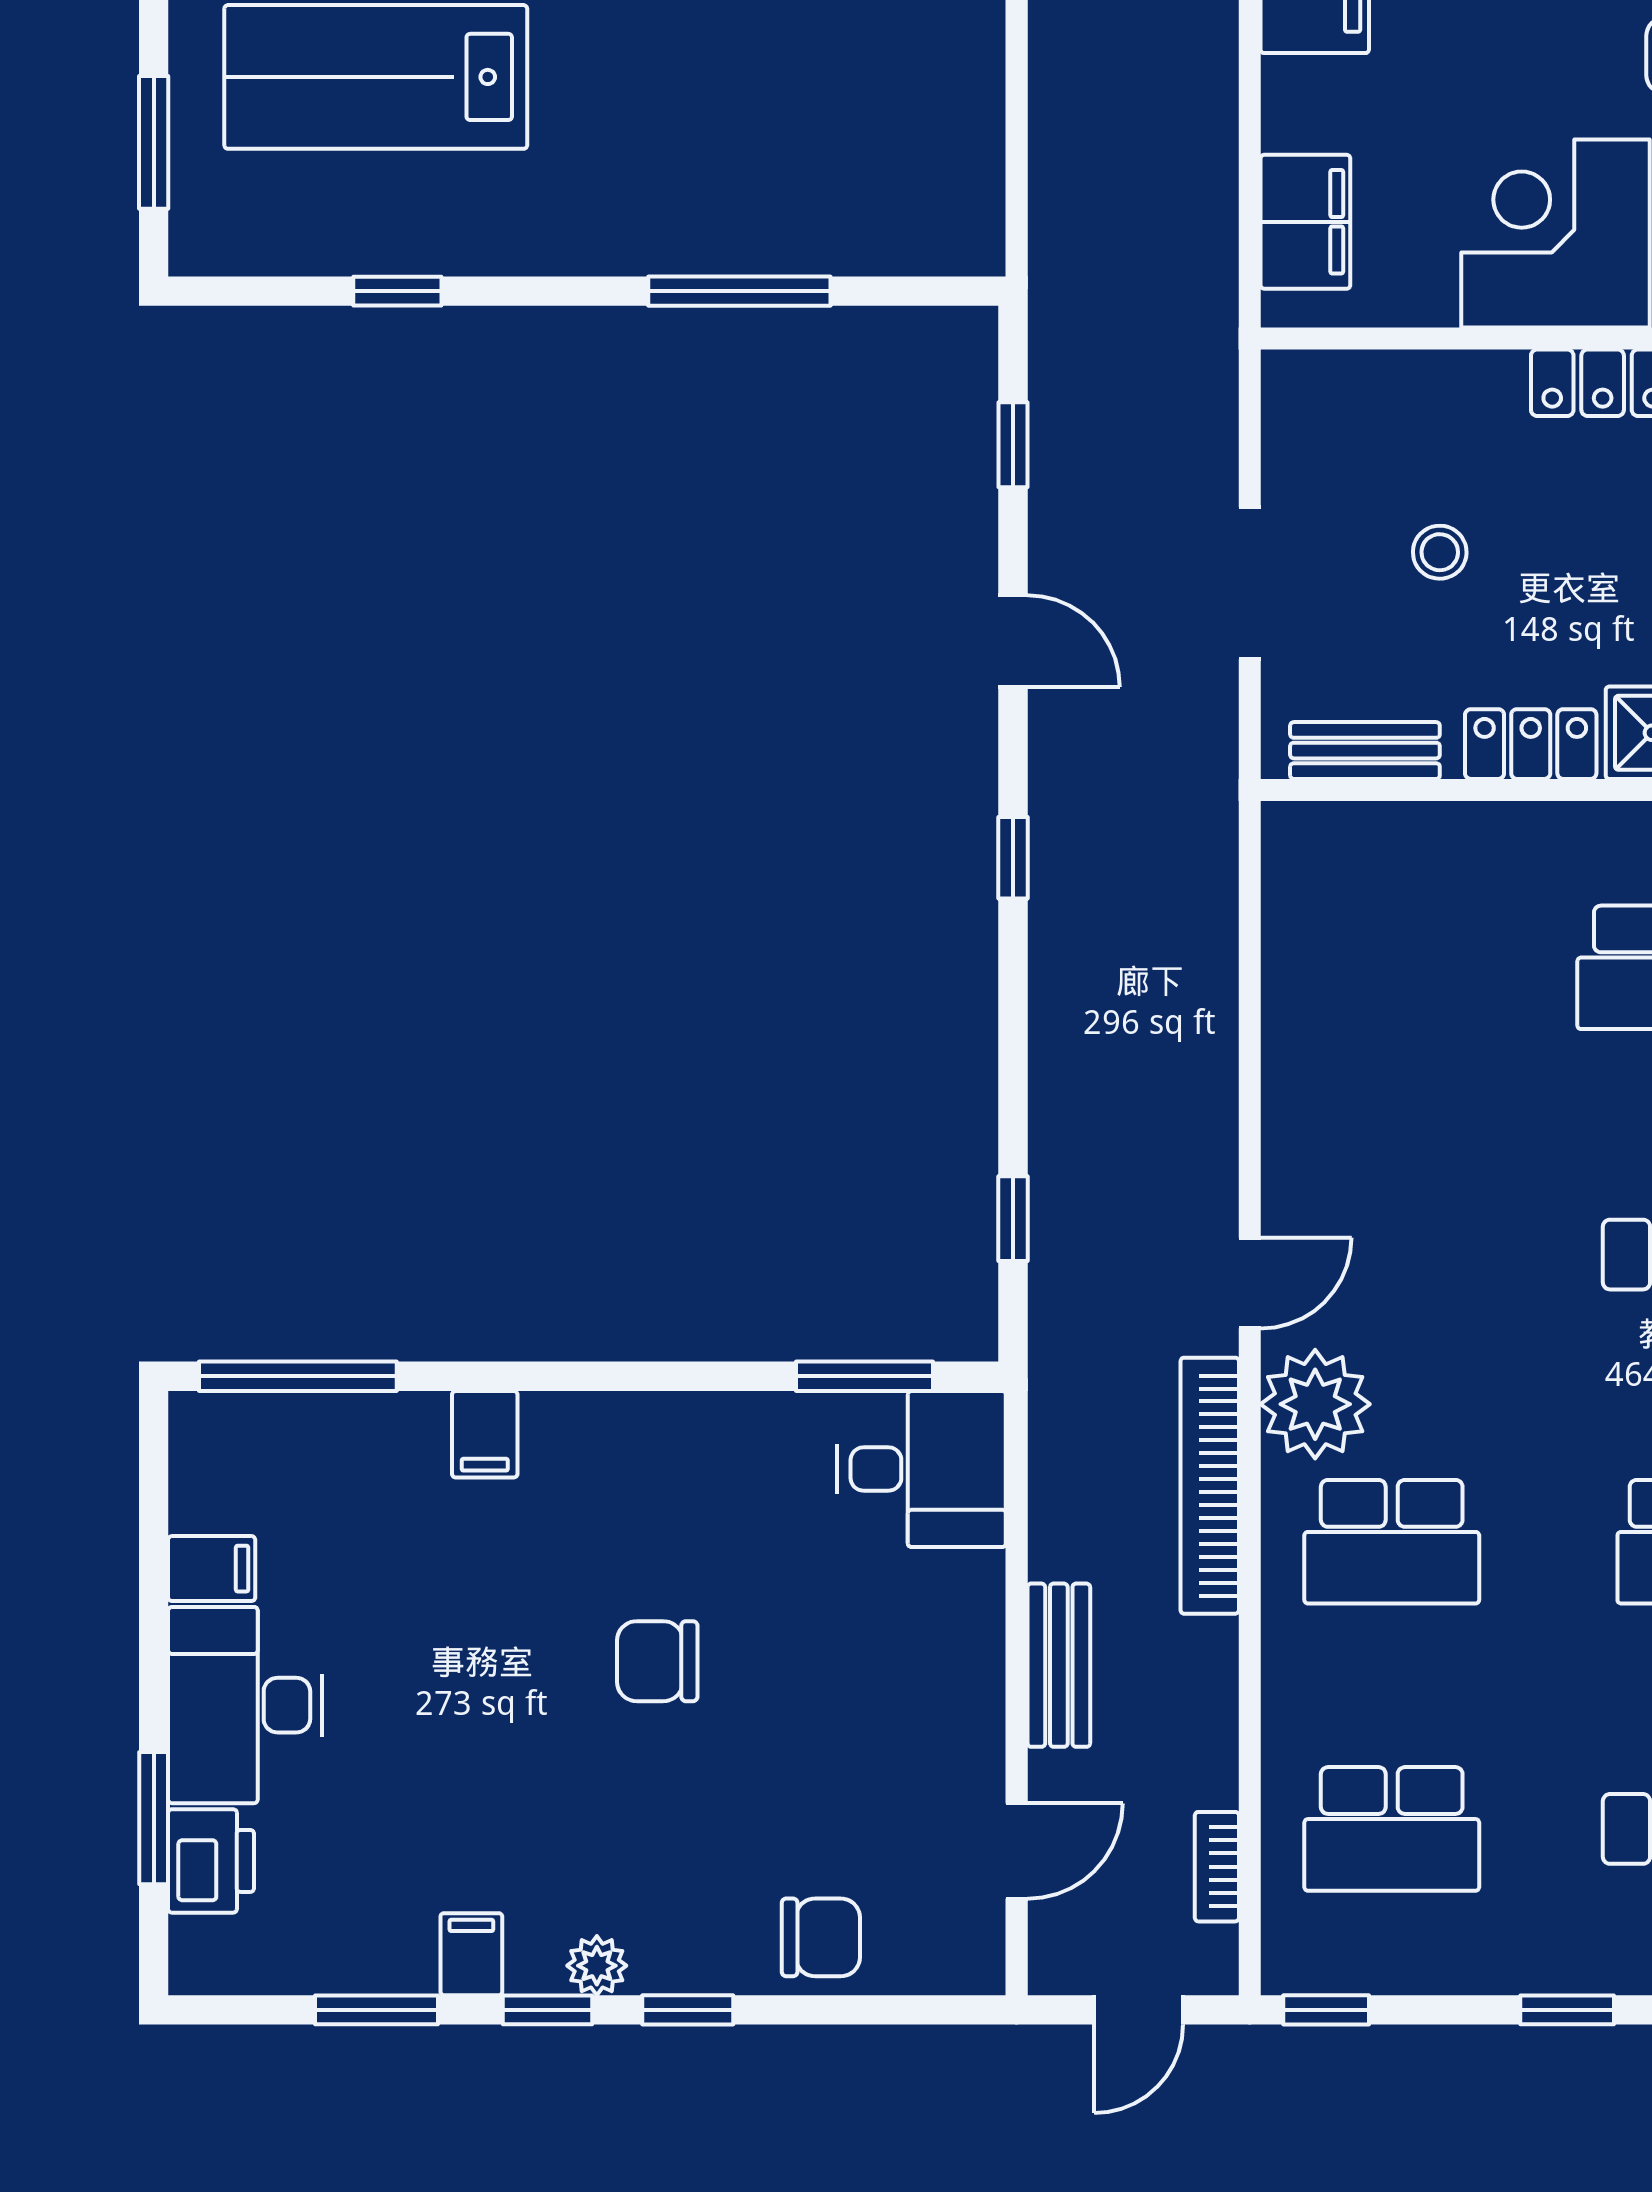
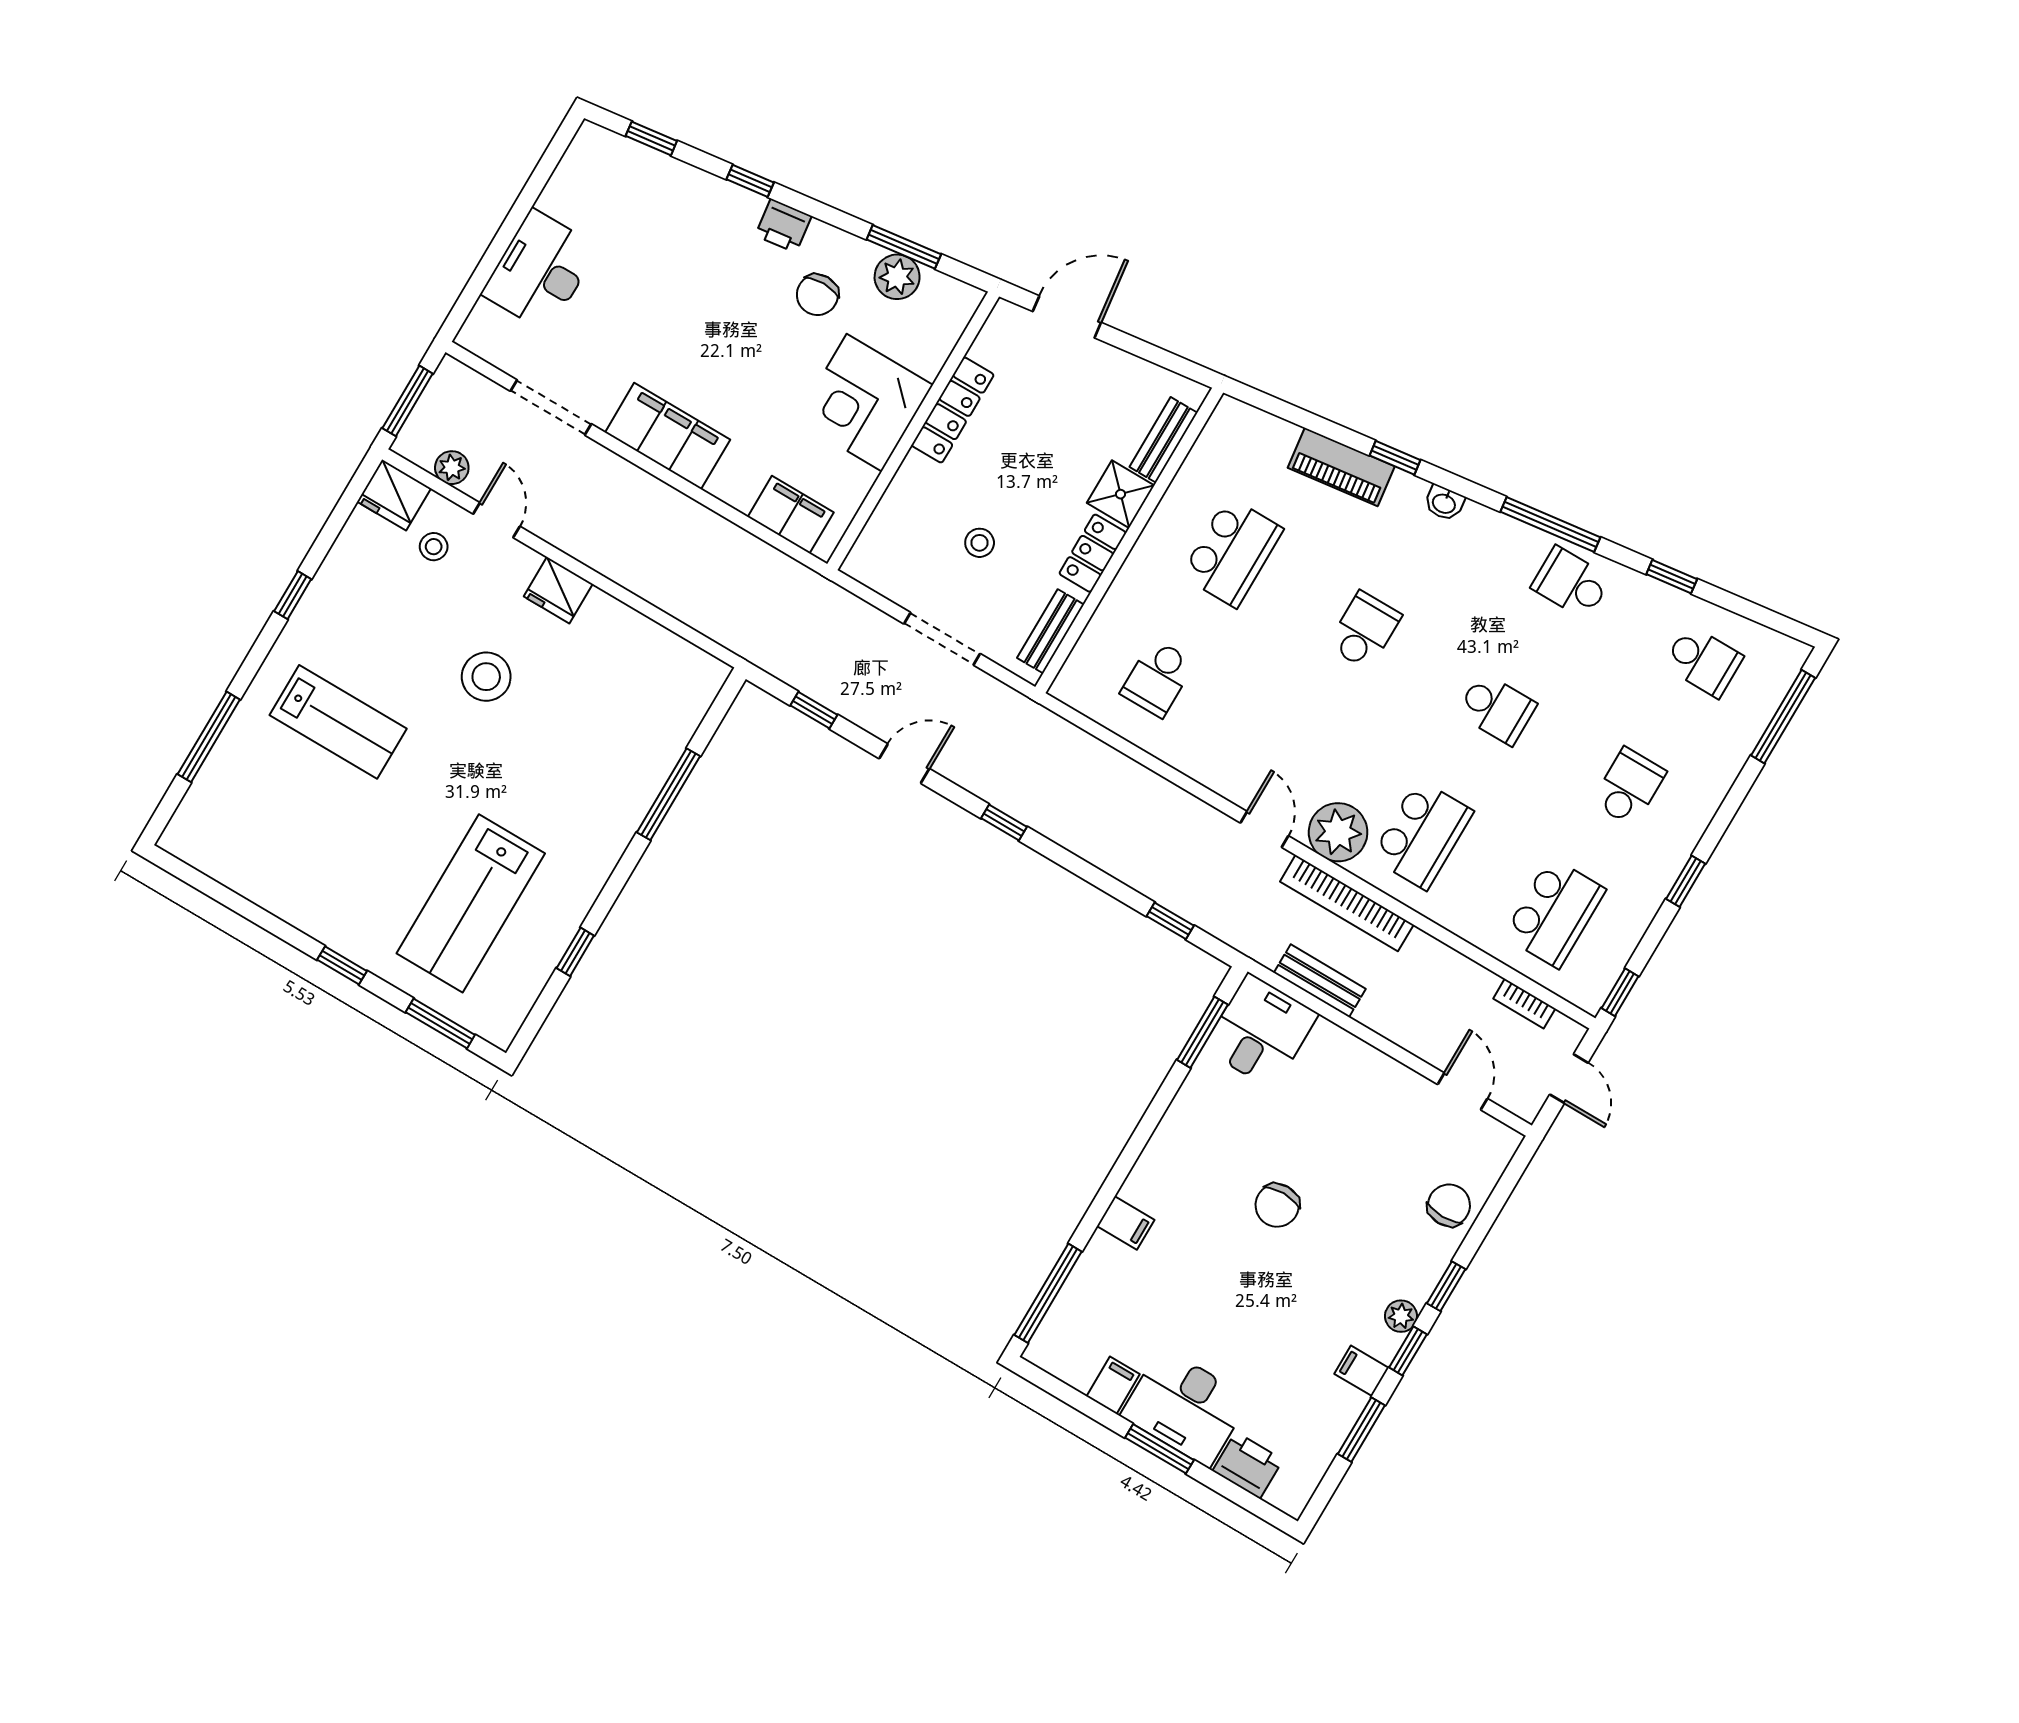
school desk: (1392, 967) -> (1158, 678), added
bench: (1059, 1665) -> (1320, 981), moved
window: (154, 1818) -> (1159, 1449), moved

